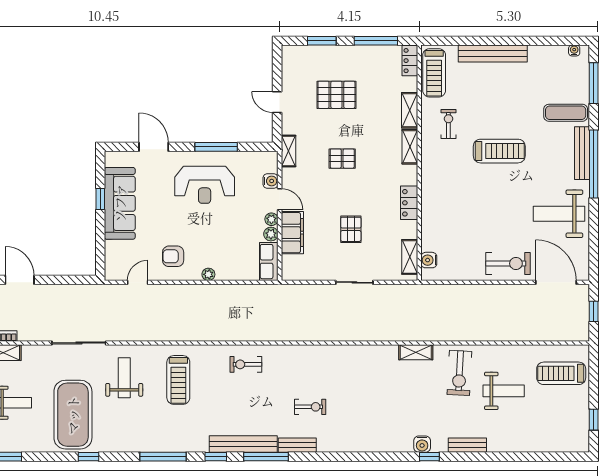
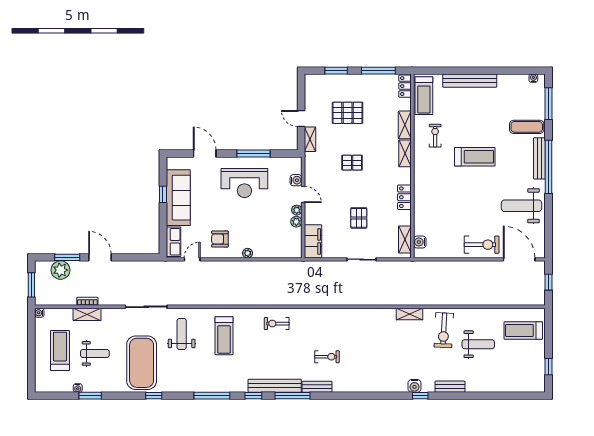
shelving: (288, 151) -> (310, 139), moved
filing cabinet: (292, 233) -> (313, 241), moved
row of seats: (269, 262) -> (173, 242), moved, turned 180

